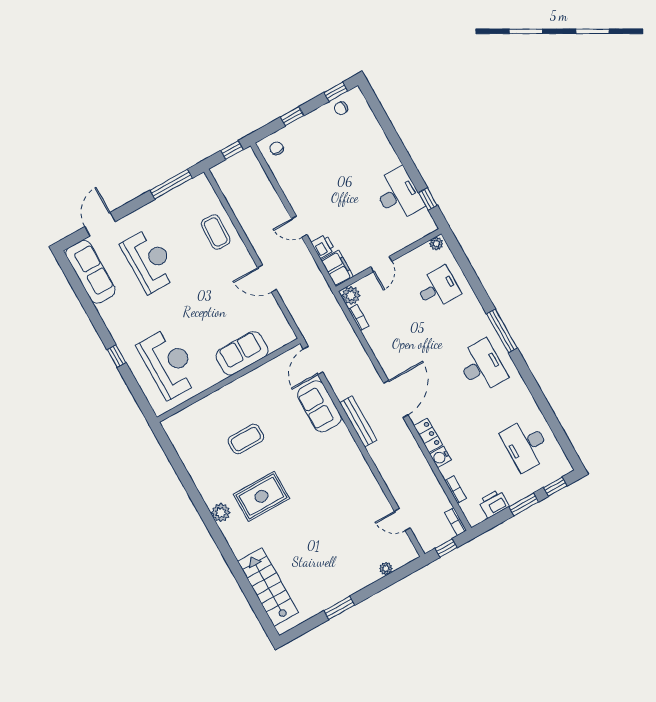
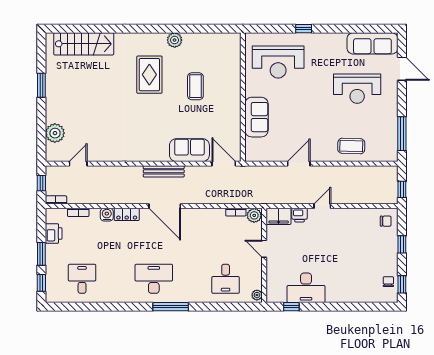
desk: (482, 366) -> (154, 279), turned 180
desk: (526, 445) -> (82, 279), width x0.73
plant: (221, 513) -> (175, 40), moved
plant: (386, 569) -> (55, 133), width x1.87, depth x1.87

